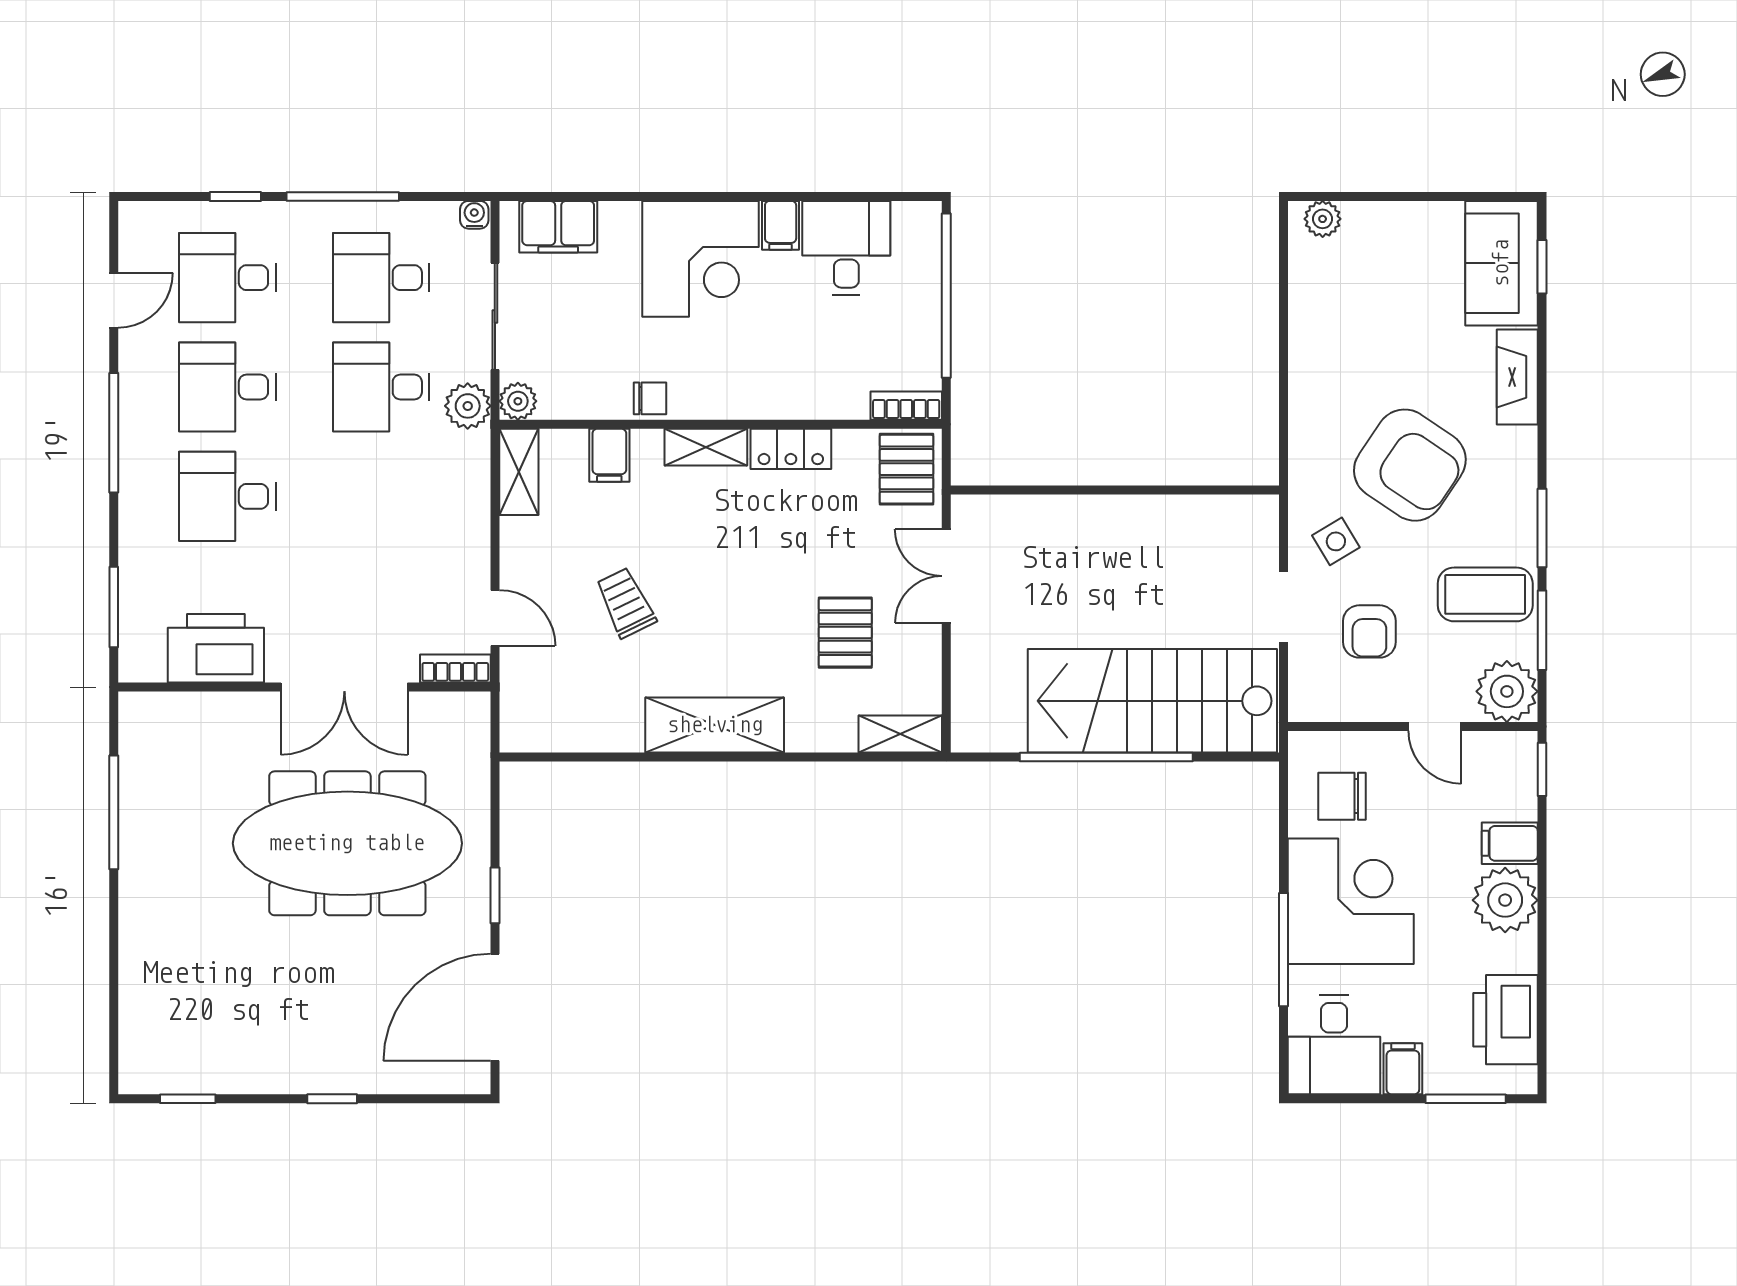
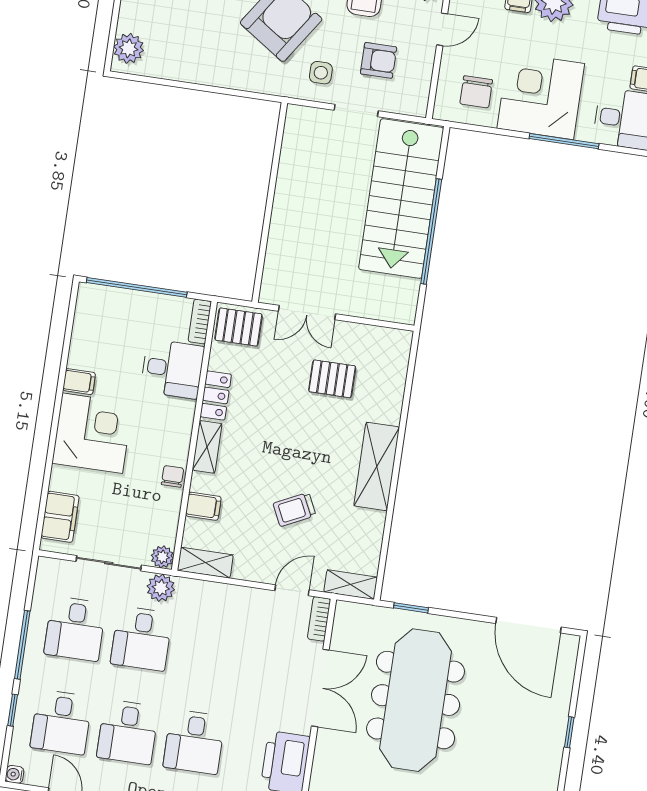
water cooler: (474, 215) -> (15, 774), moved
plant: (1323, 219) -> (129, 48), width x1.38, depth x1.38
desk: (846, 248) -> (172, 369), moved, turned 180
side table: (1336, 541) -> (321, 73), turned 31
shelving: (900, 734) -> (351, 585), moved, turned 90
window: (495, 895) -> (411, 608), moved

